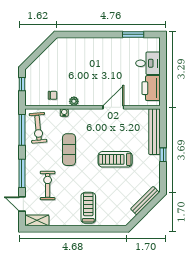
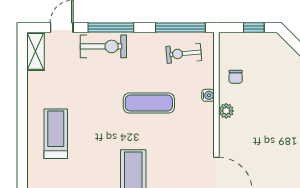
exercise bike: (38, 128) -> (184, 53), width x0.73, depth x0.72
exercise bike: (48, 185) -> (103, 46), moved
treadmill: (88, 208) -> (56, 134), turned -90

